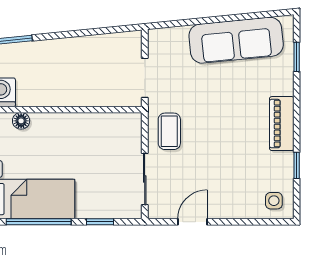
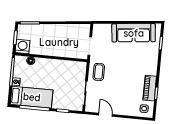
piano: (282, 124) -> (150, 88), moved
door: (192, 222) -> (105, 115), hinge flipped

